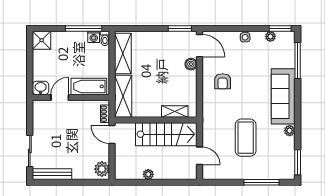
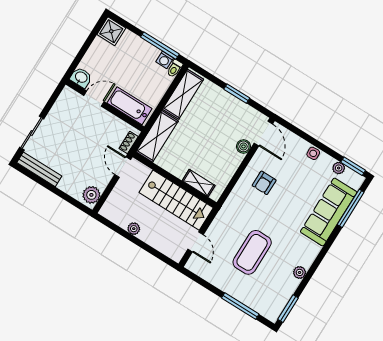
window: (180, 28) -> (237, 94), moved
sofa: (283, 96) -> (329, 212), moved

